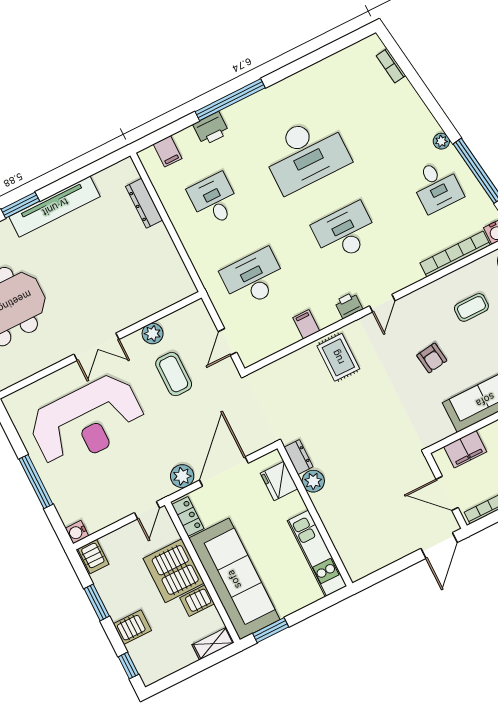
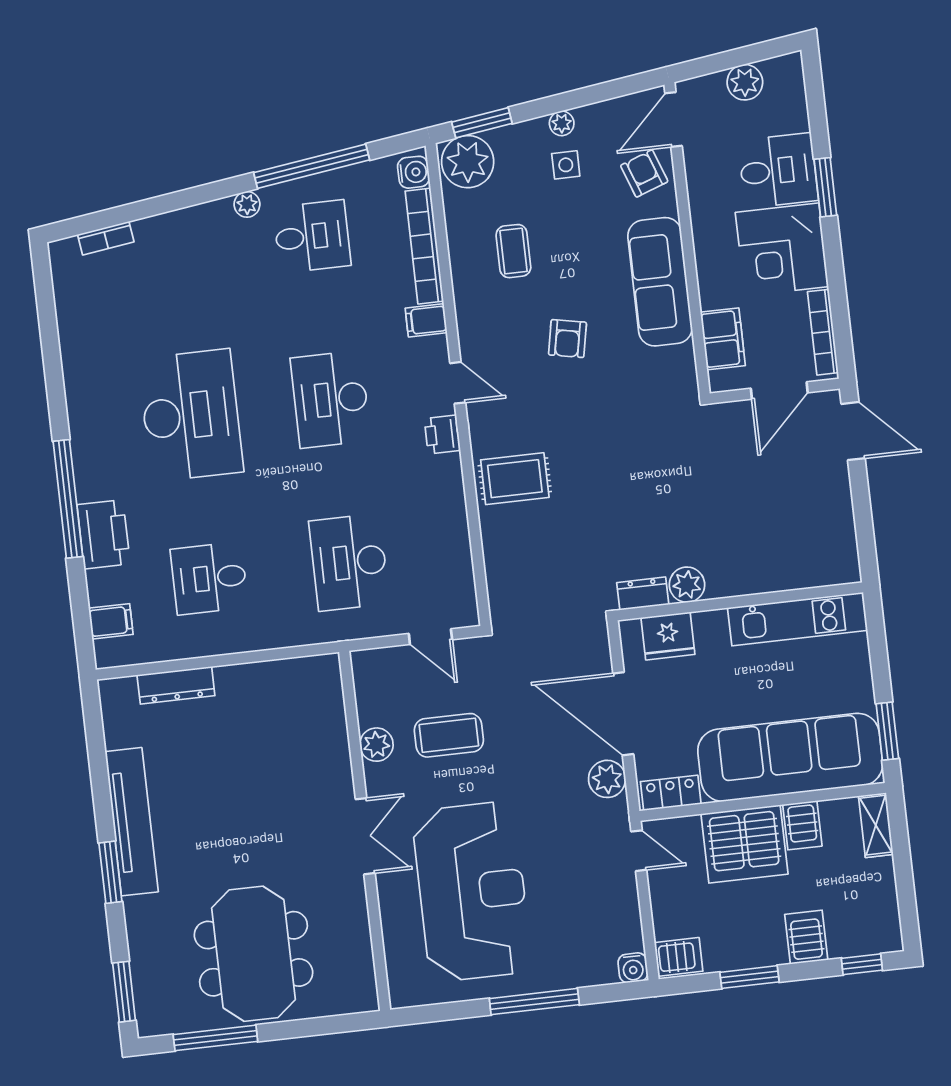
printer: (211, 129) -> (104, 534), width x1.37, depth x1.19
filing cabinet: (306, 324) -> (426, 320), moved
armchair: (432, 358) -> (568, 339), turned 109

